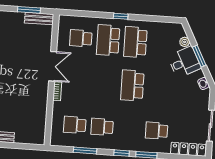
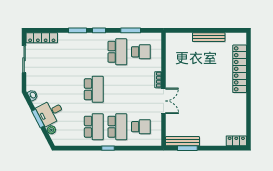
bench: (39, 19) -> (182, 141), width x1.36
double door: (53, 66) -> (163, 101), swing flipped
school desk: (102, 127) -> (117, 52), width x1.85
school desk: (157, 131) -> (70, 52), removed

